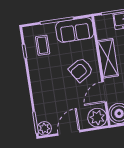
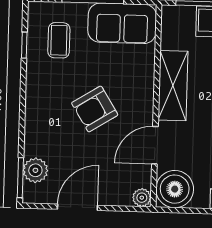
armchair: (81, 70) -> (95, 109), moved
plant: (97, 118) -> (142, 198), width x0.53, depth x0.53
plant: (44, 128) -> (35, 170), moved

